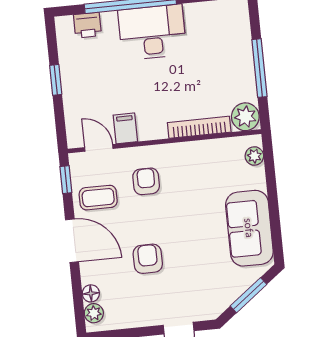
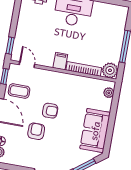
window: (56, 80) -> (10, 46), moved
filing cabinet: (125, 128) -> (60, 61), moved
armchair: (146, 181) -> (50, 111), moved, turned 90

